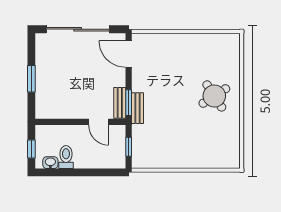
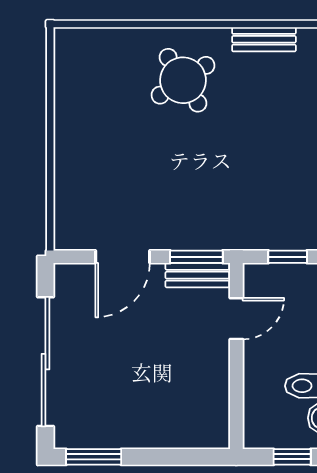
door: (129, 54) -> (123, 257), moved
window: (31, 79) -> (94, 457), moved
bench: (138, 108) -> (264, 39), moved

